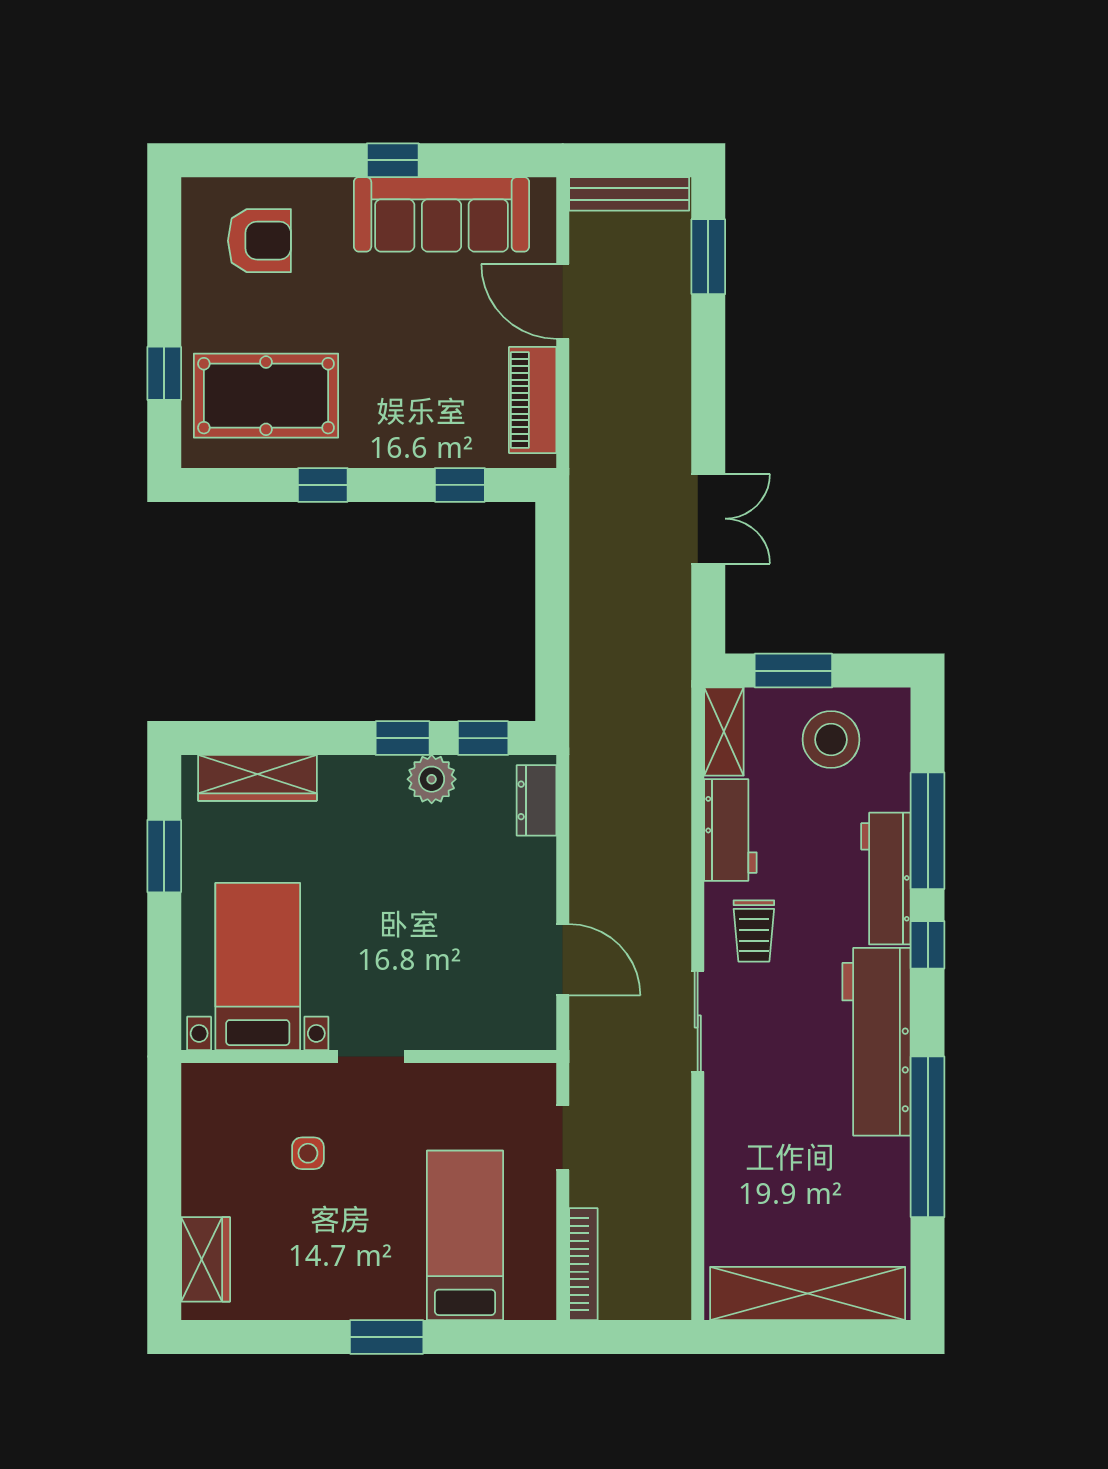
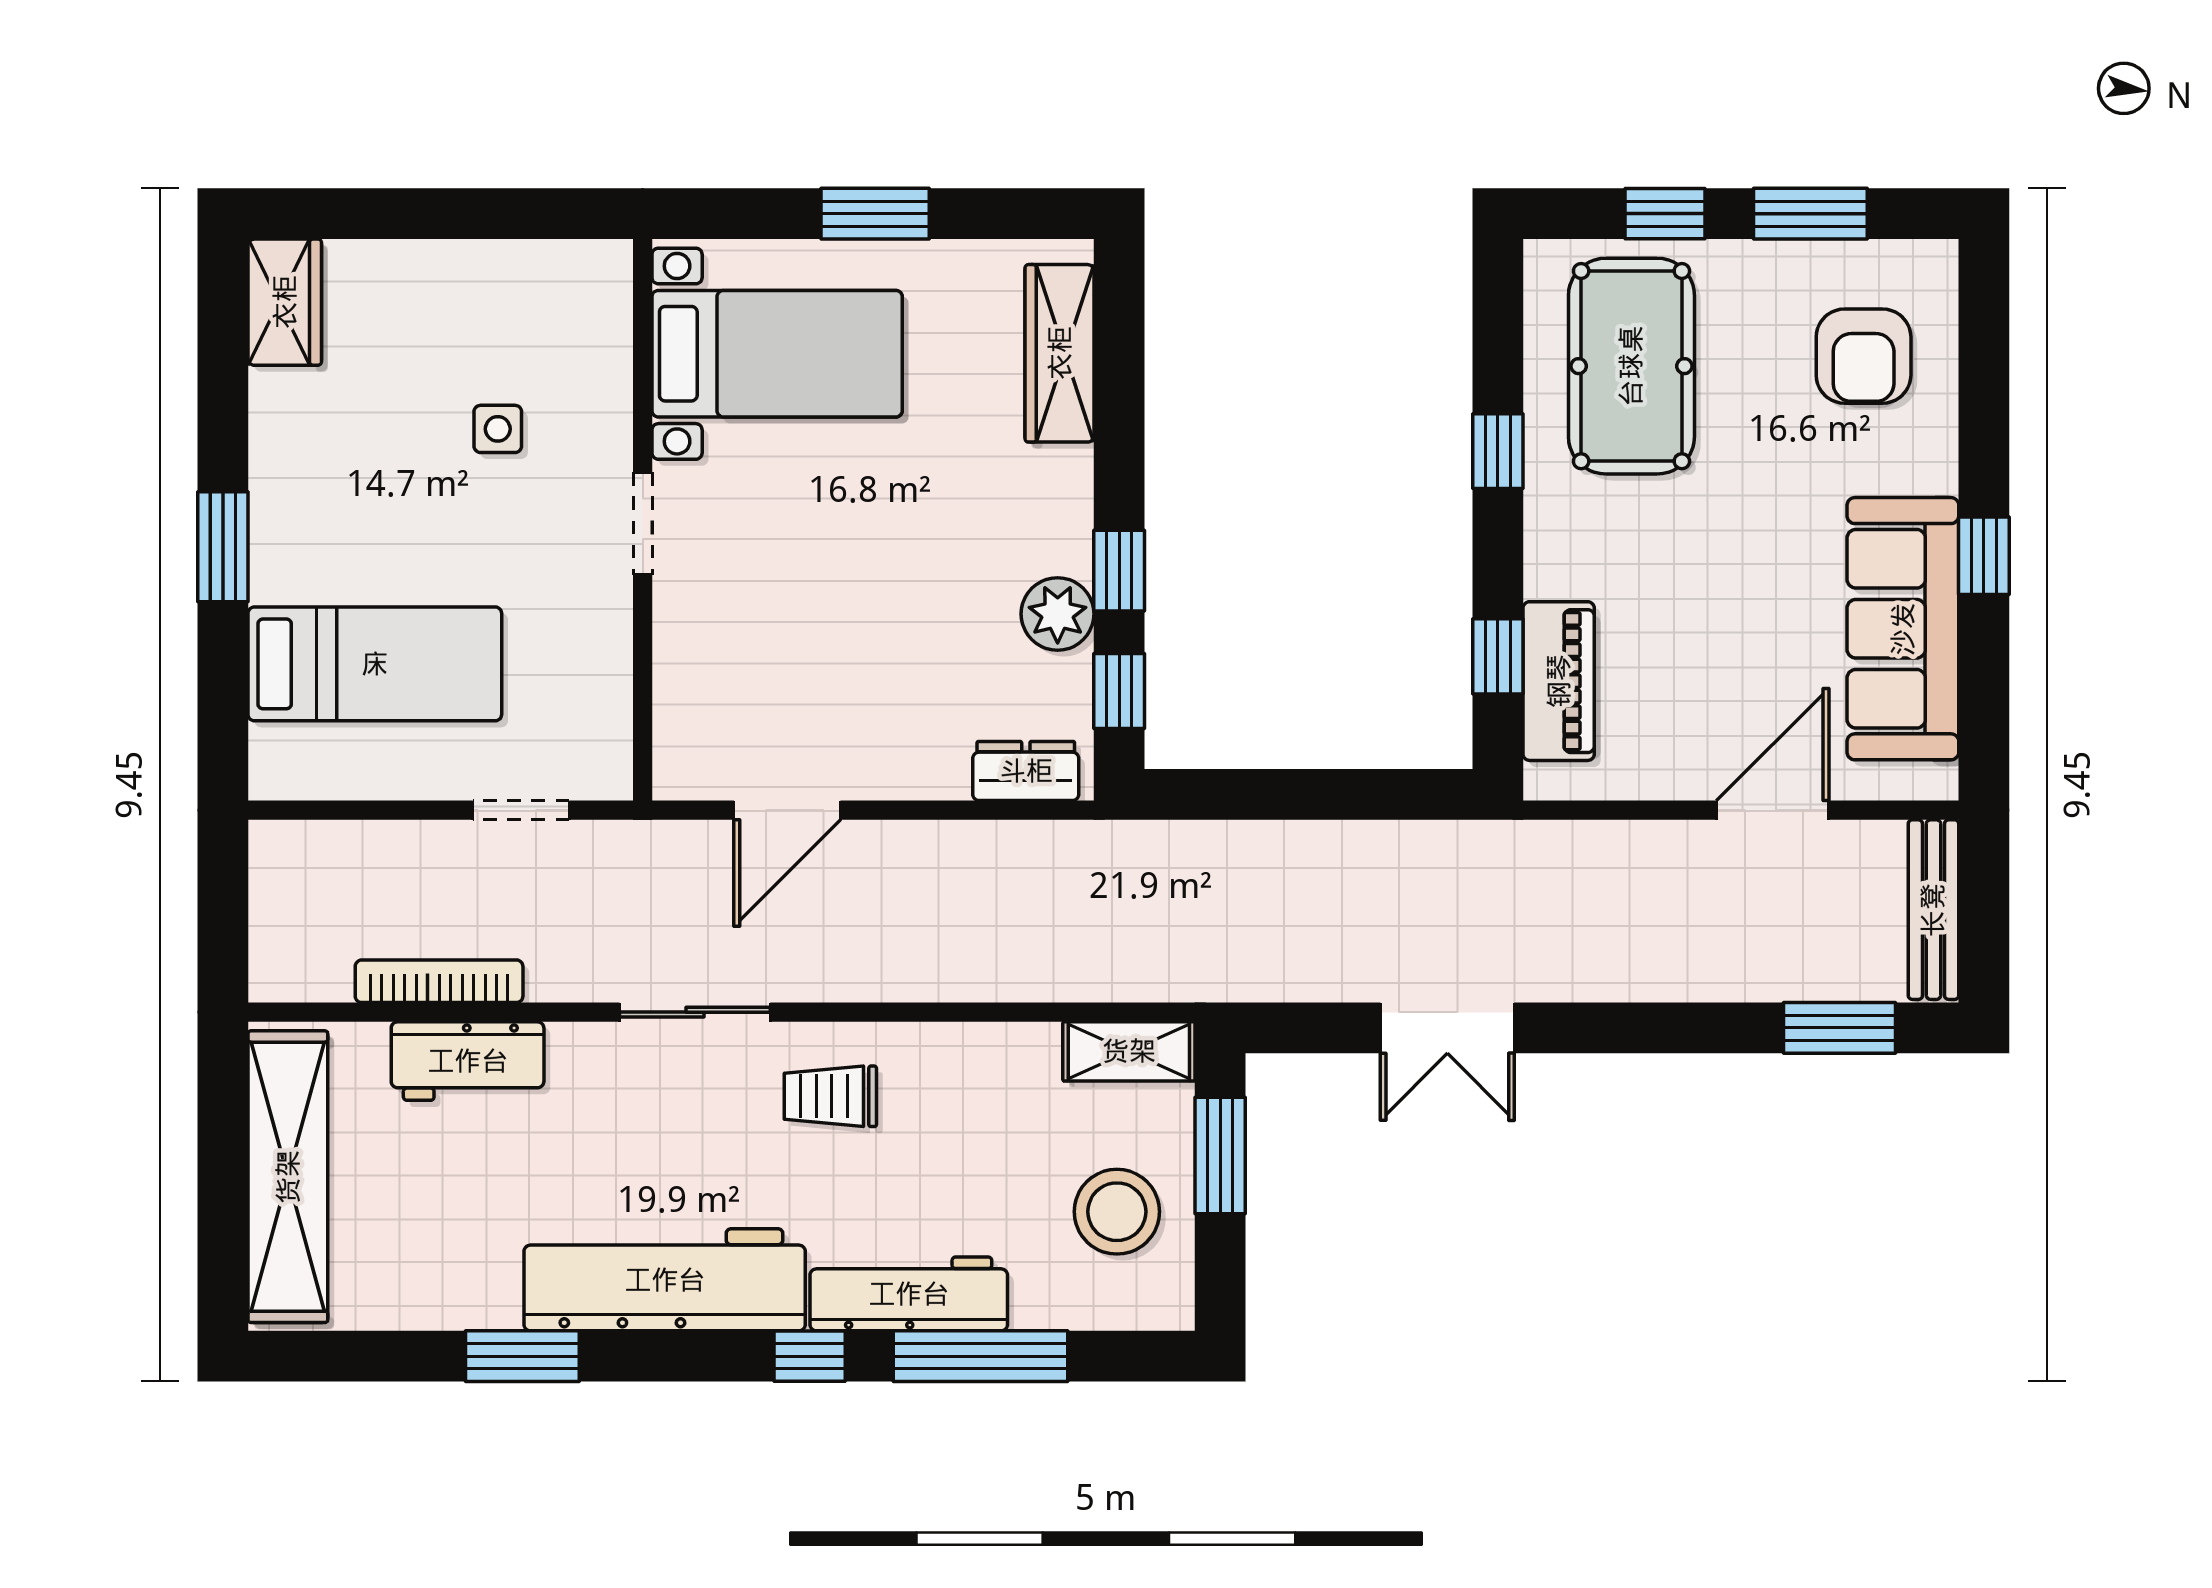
window: (164, 276) -> (1810, 214), added
piano: (533, 400) -> (1559, 681), moved, turned 90
workbench: (730, 830) -> (468, 1061), moved
window: (164, 856) -> (875, 214), moved
window: (928, 1137) -> (522, 1356), width x0.47
wardrobe: (206, 1259) -> (285, 302), moved, turned -90
bookcase: (583, 1264) -> (439, 981), moved, turned 180

